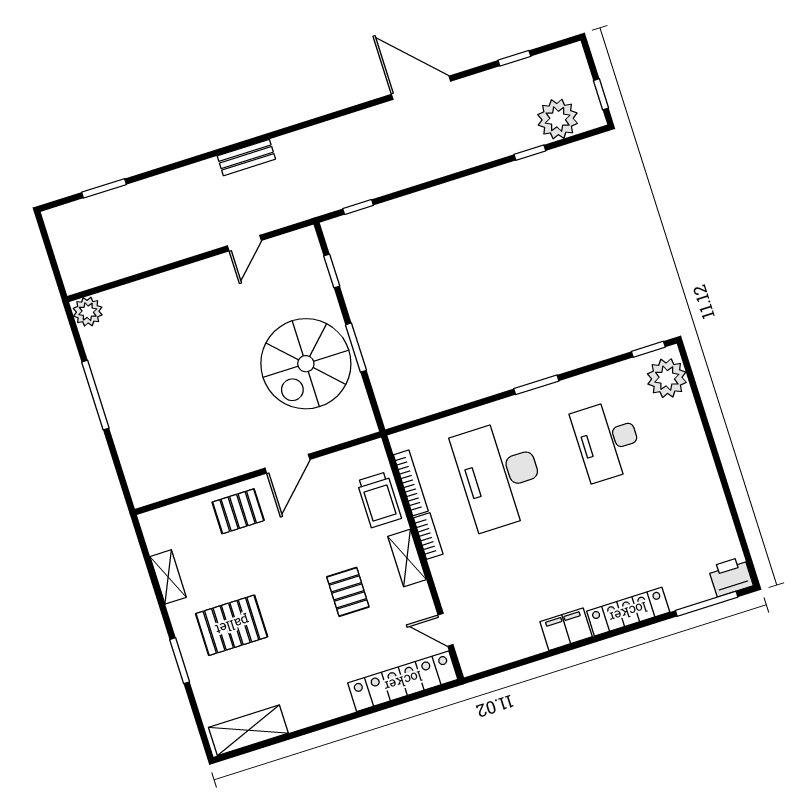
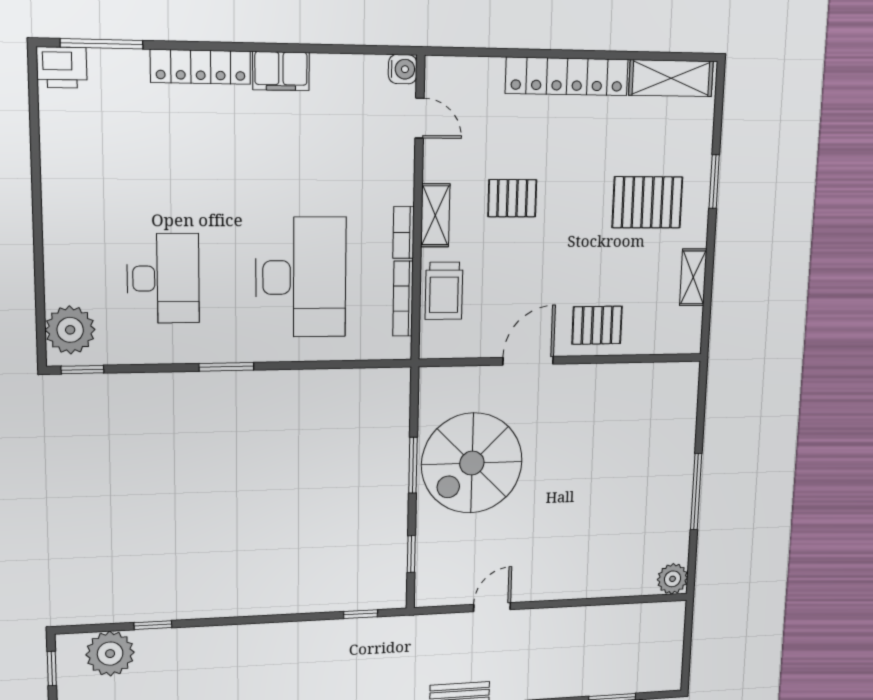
spiral stairs: (306, 364) -> (472, 463), turned 180
trolley: (379, 500) -> (444, 291), turned 180
pallet: (348, 592) -> (512, 198), turned 90
water cooler: (472, 663) -> (403, 69), added
locker: (403, 681) -> (567, 76), moved

